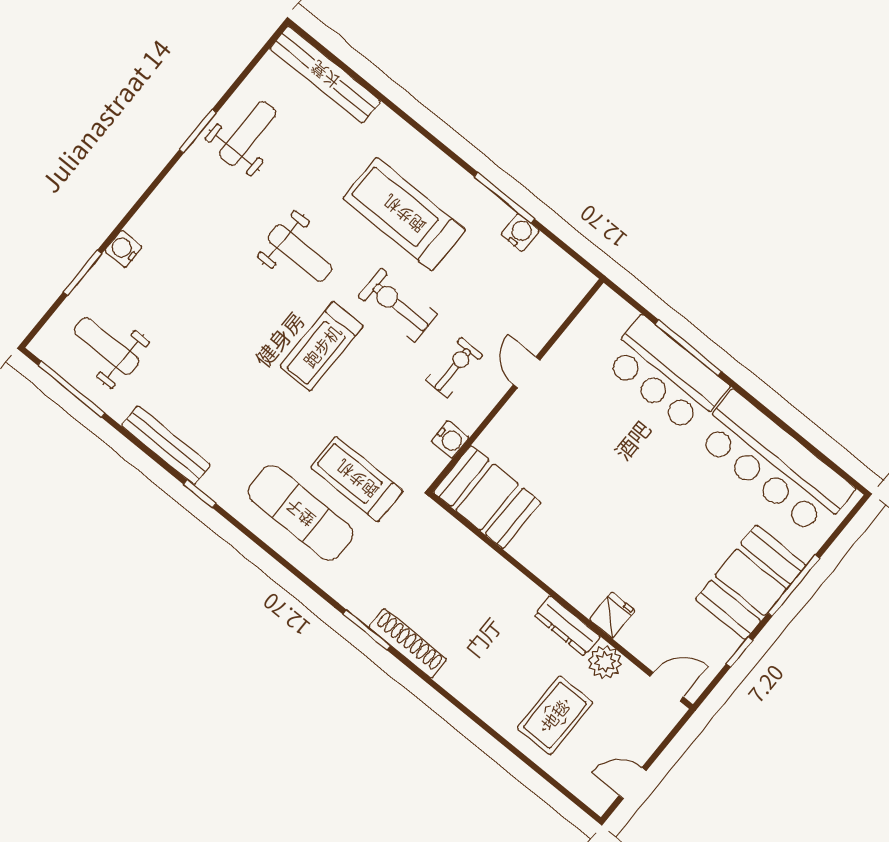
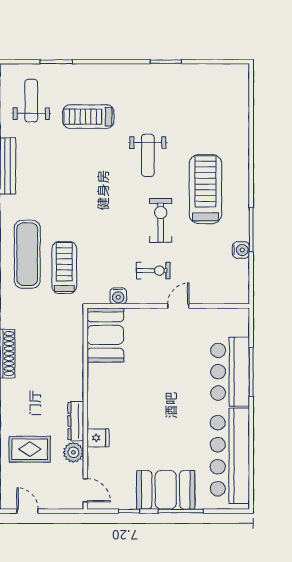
bench: (325, 75) -> (240, 99), removed
weight bench: (248, 133) -> (184, 86), removed
water cooler: (123, 249) -> (83, 72), removed
treadmill: (322, 346) -> (88, 117), moved

